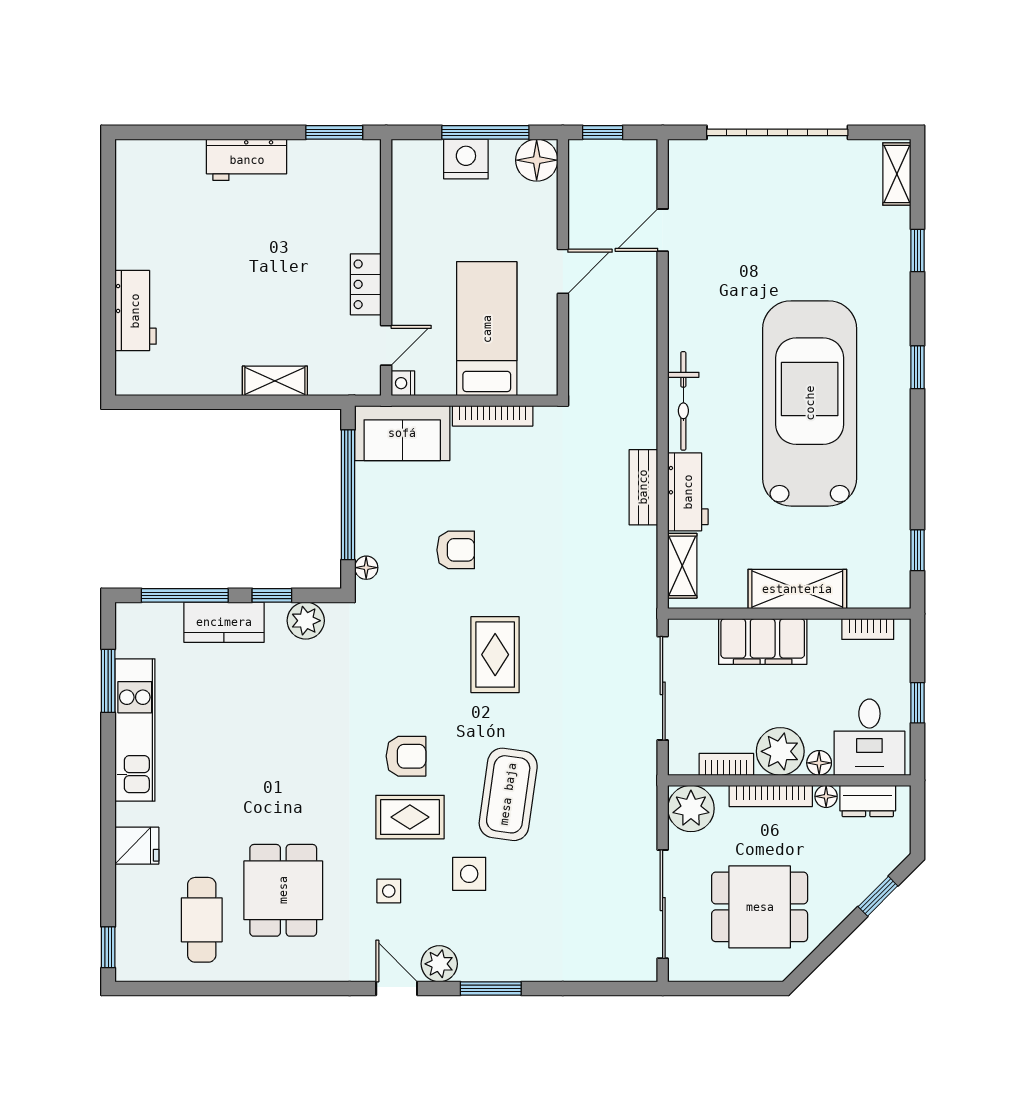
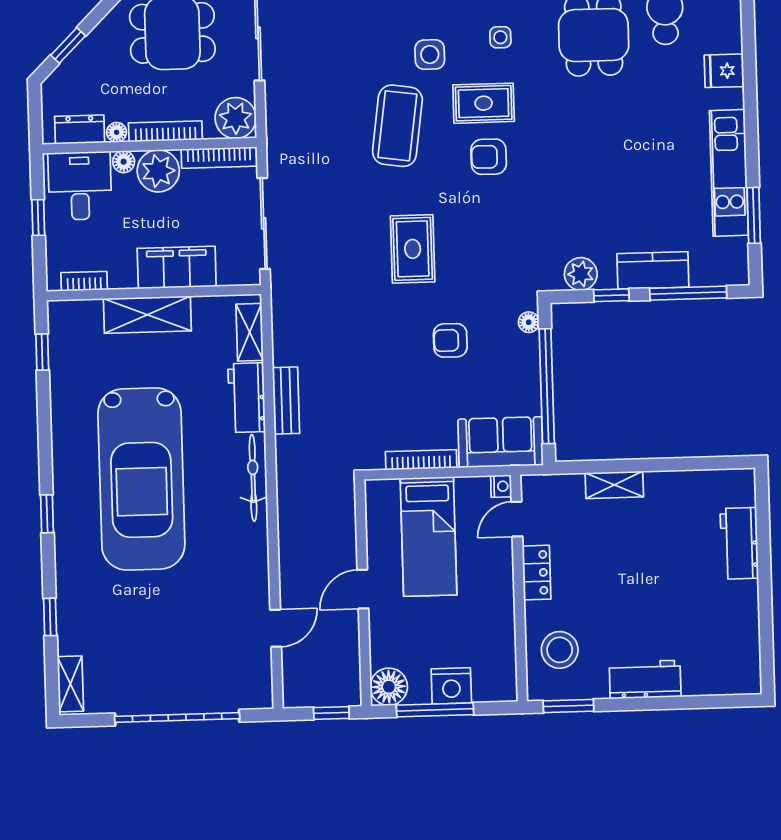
stool: (342, 196) -> (560, 650), added
bookcase: (726, 764) -> (219, 158), width x1.56

